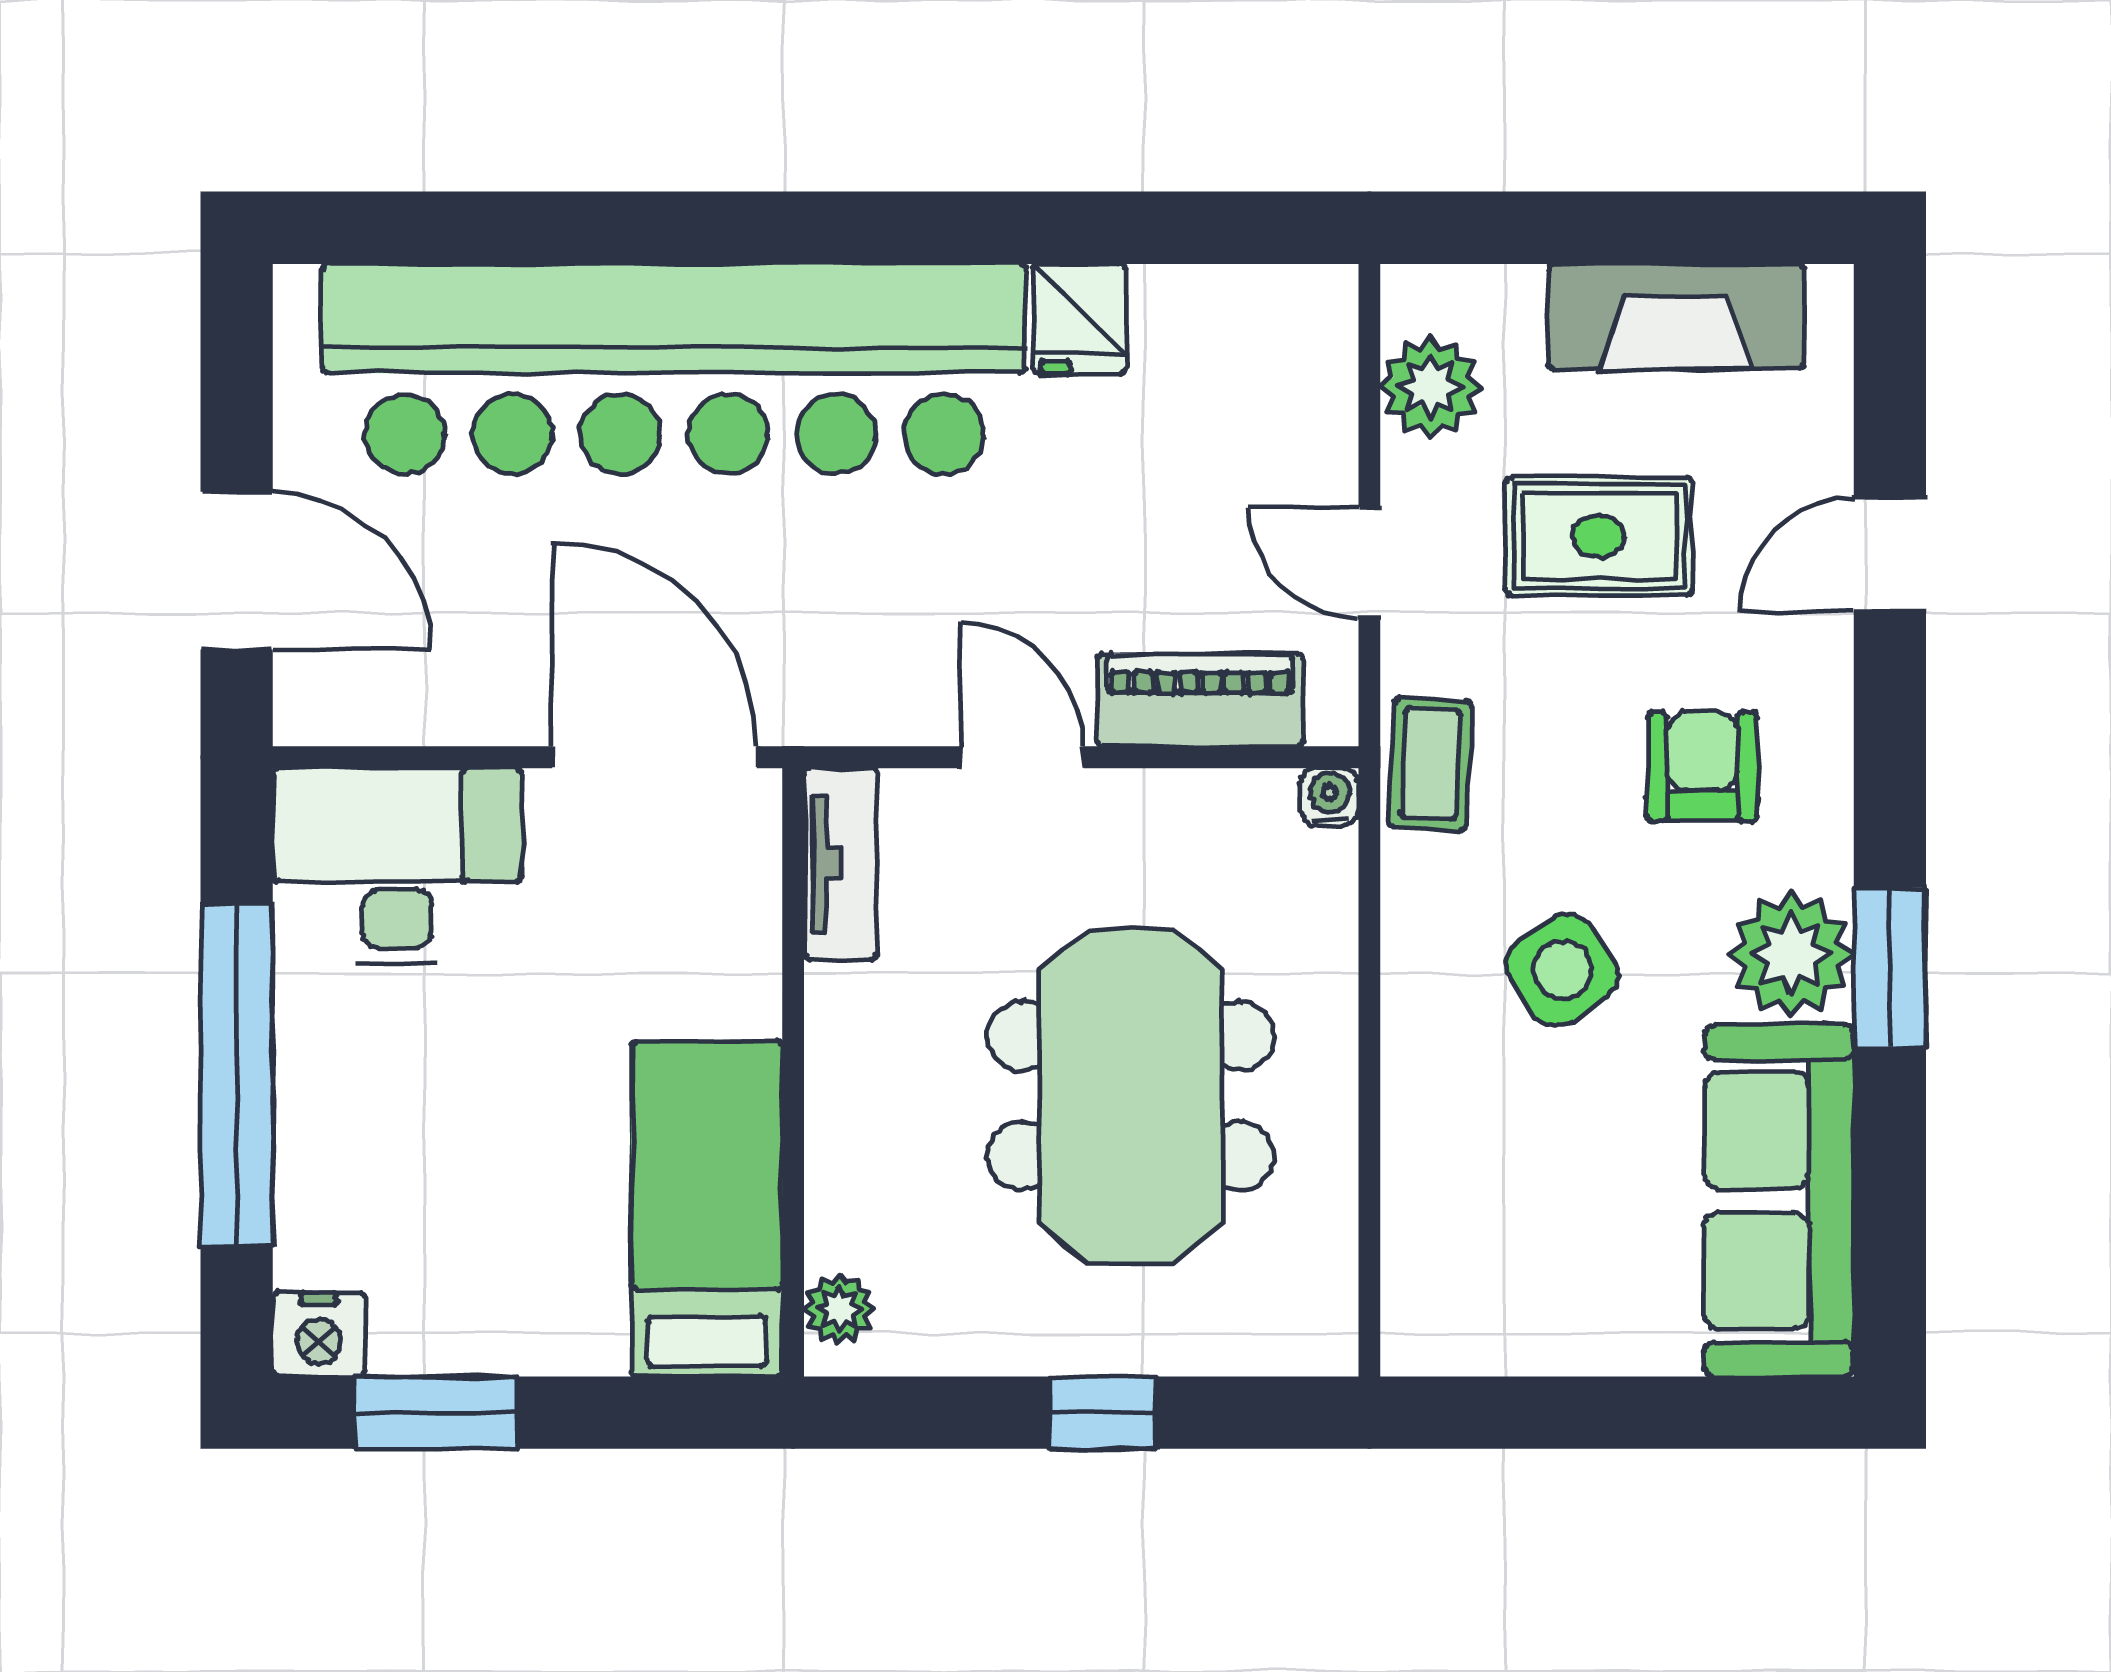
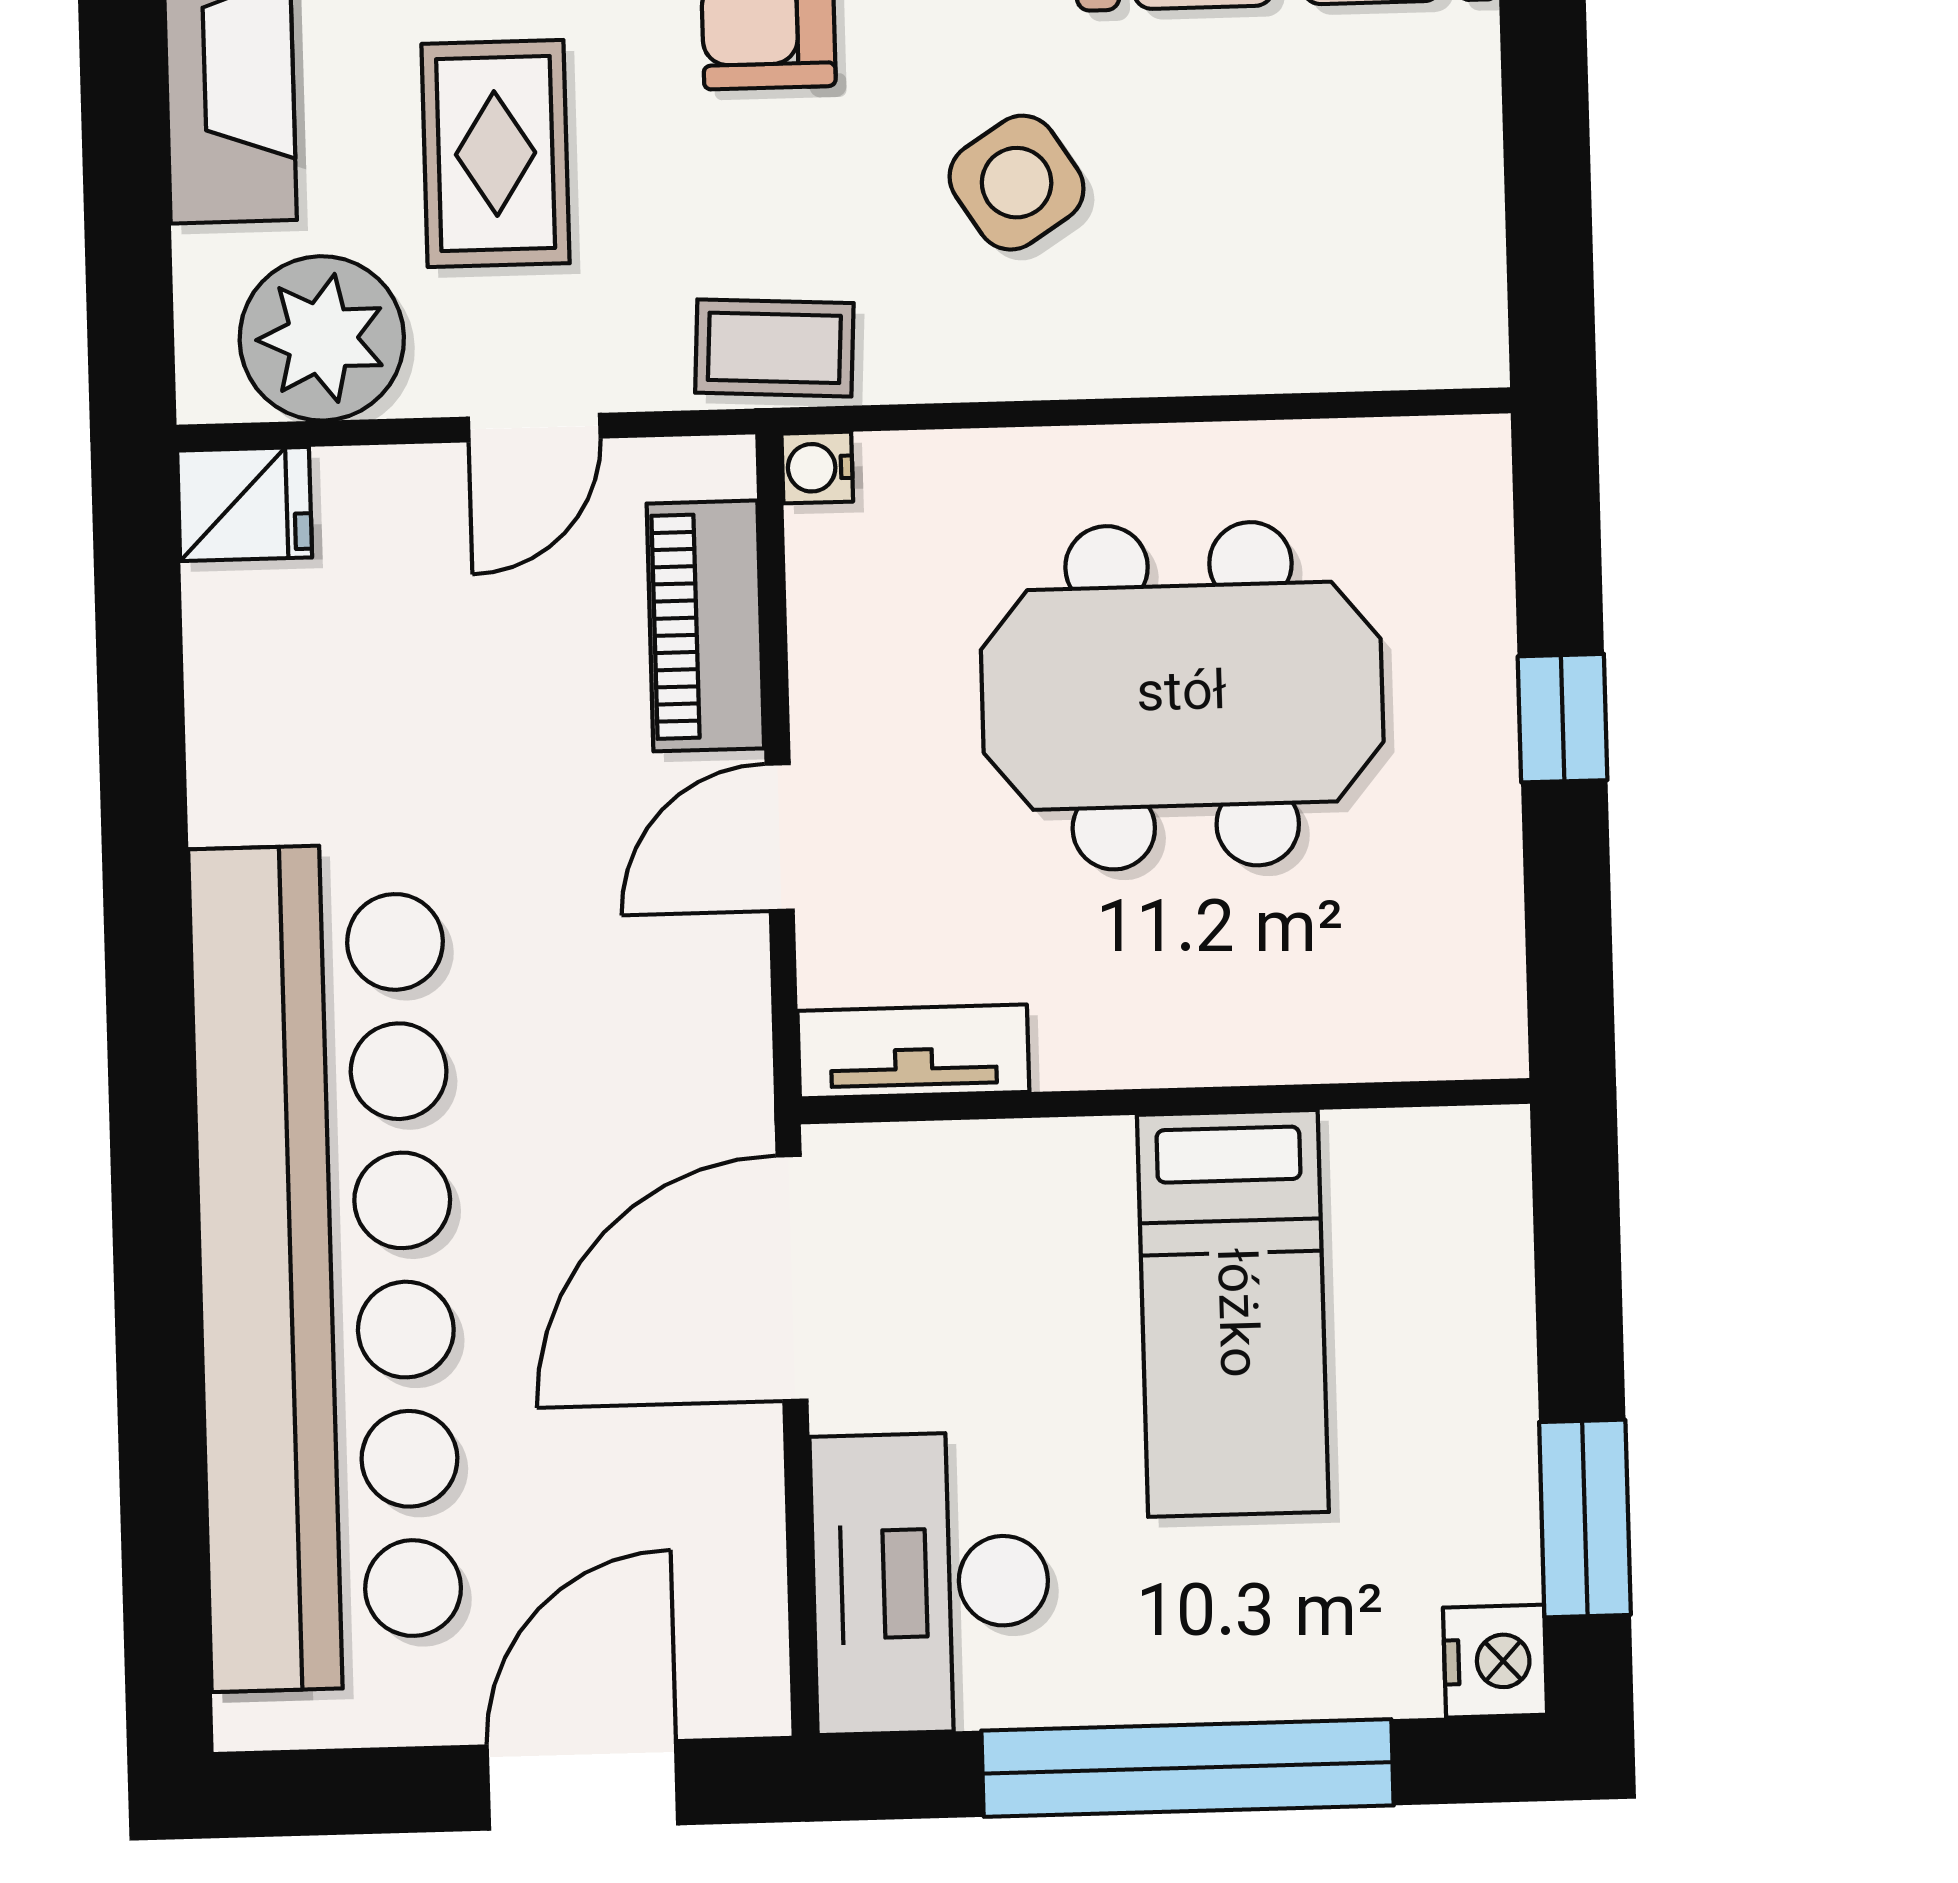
fridge: (1079, 319) -> (245, 504), moved
plant: (1431, 387) -> (322, 338), width x1.36, depth x1.36
bed: (707, 1209) -> (1233, 1313), moved, turned -90
plant: (839, 1309) -> (1447, 1038), removed

